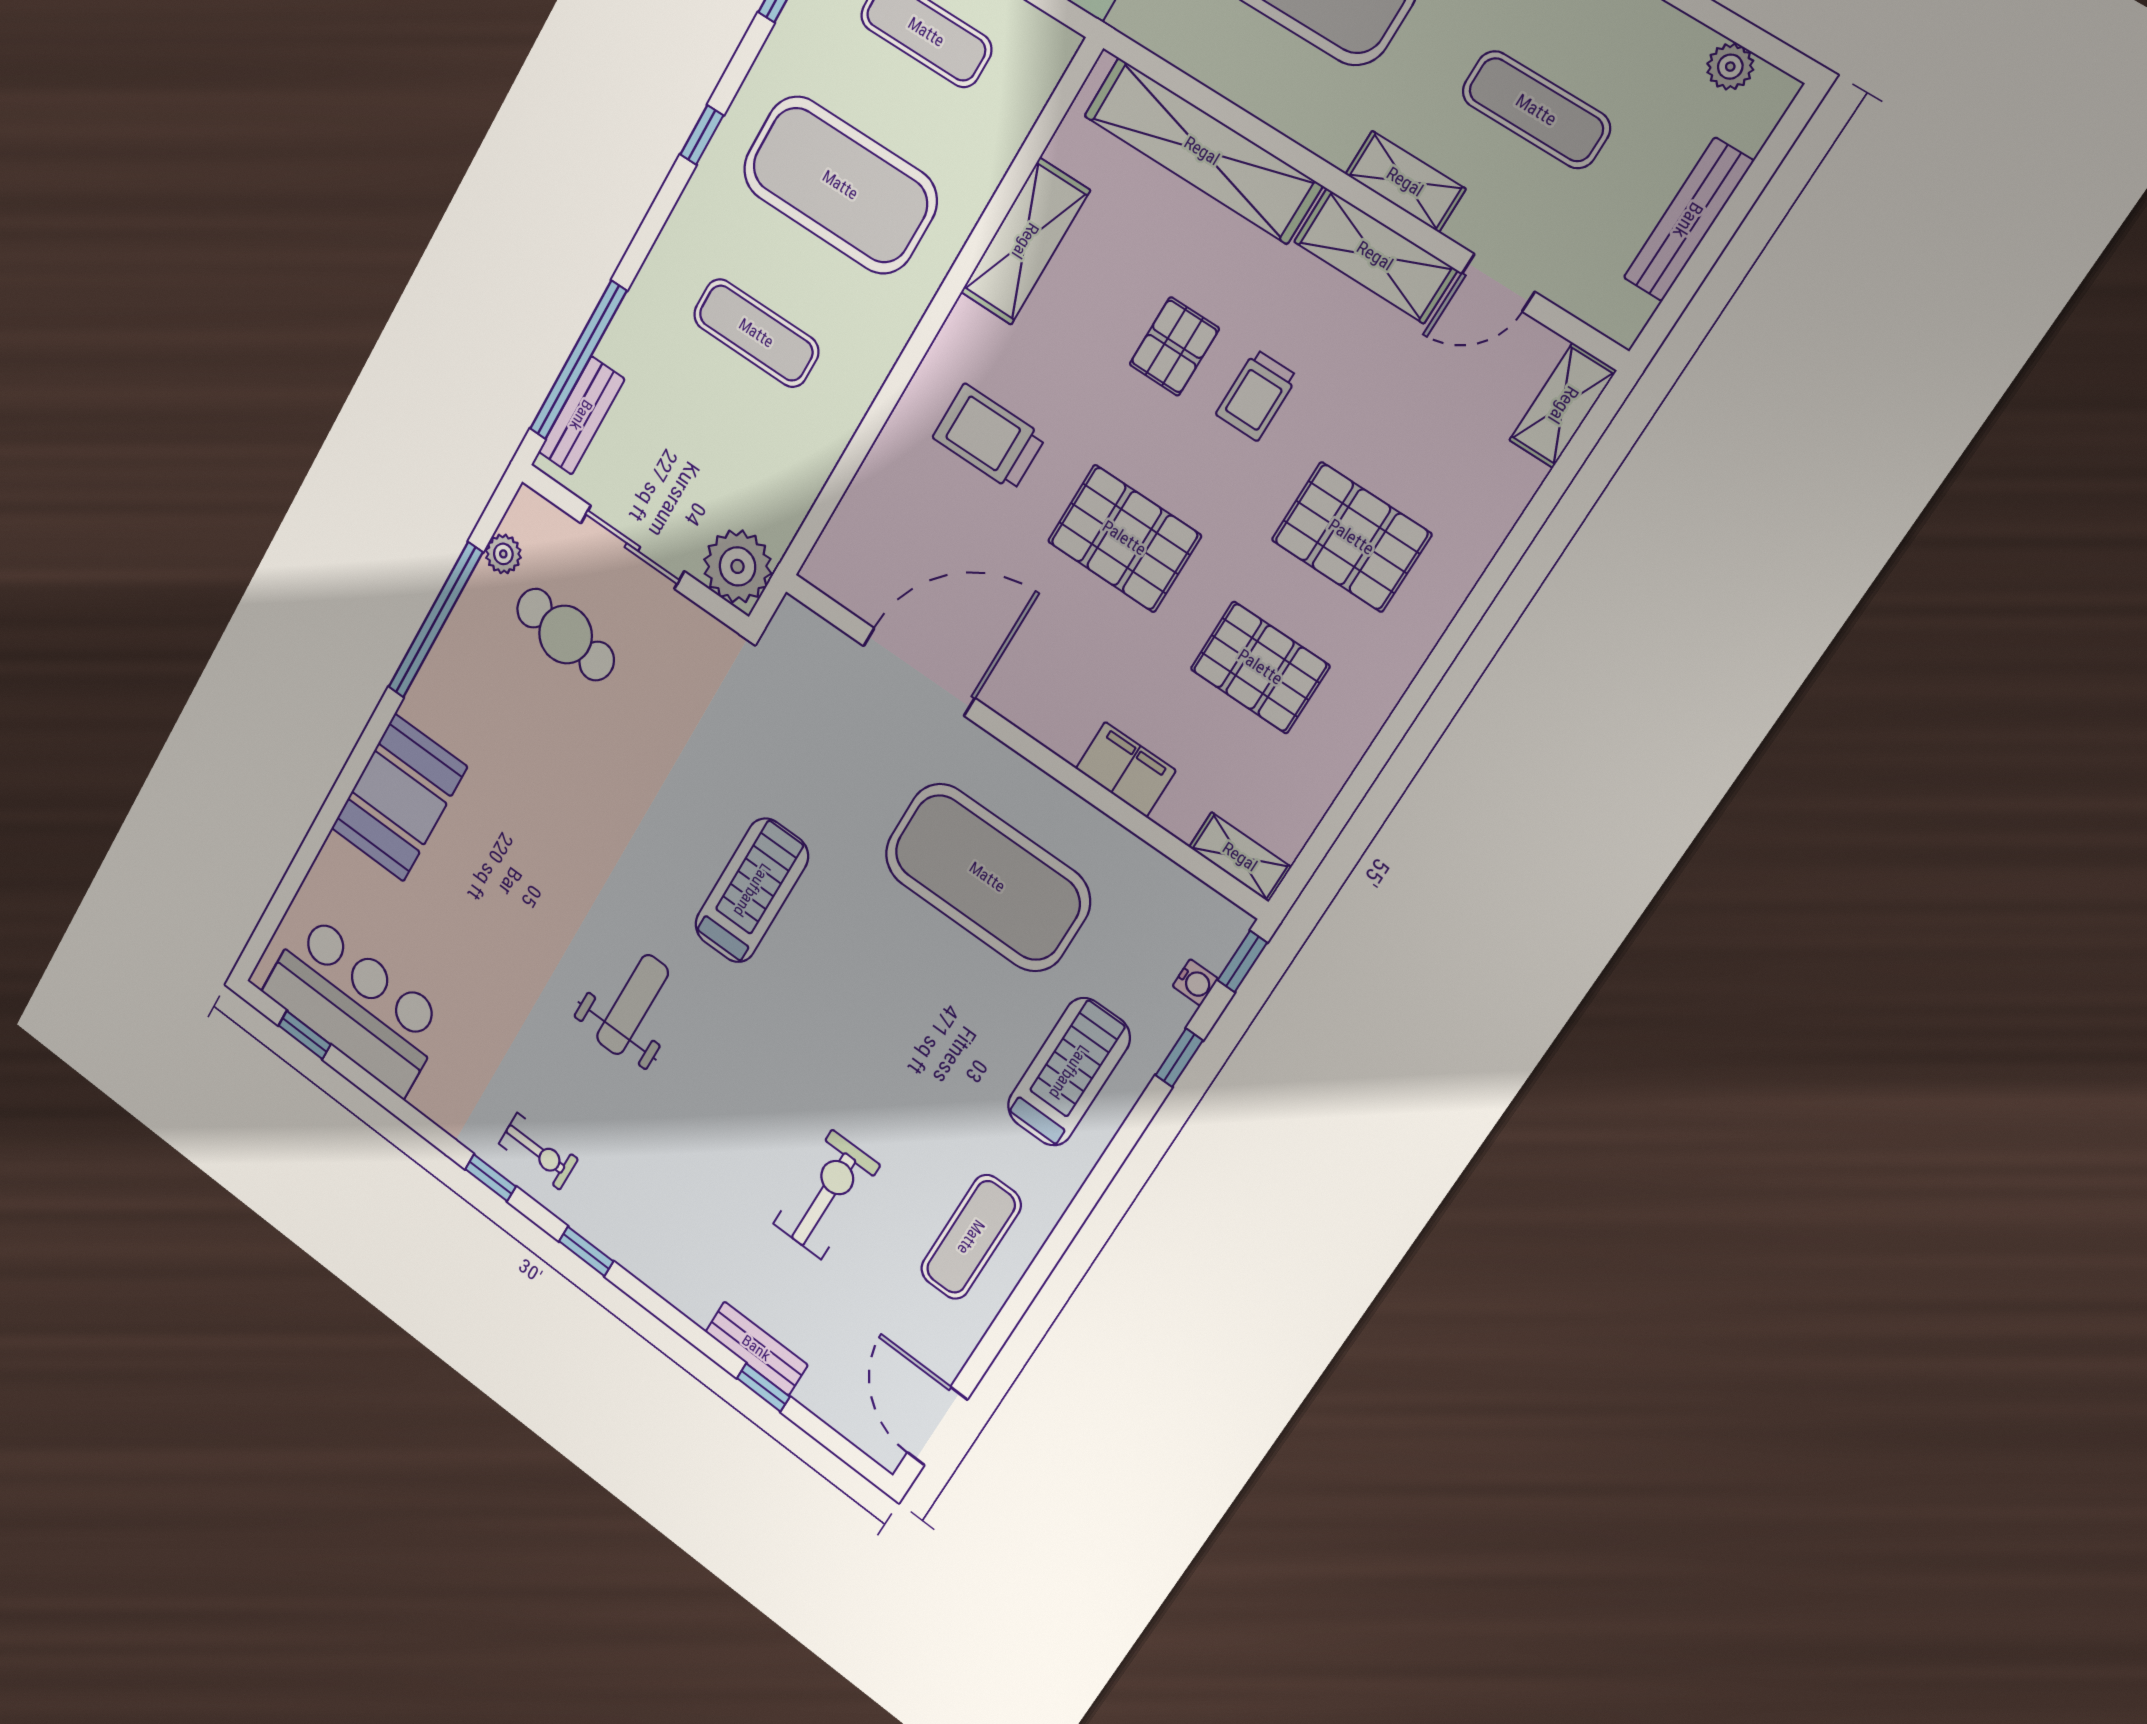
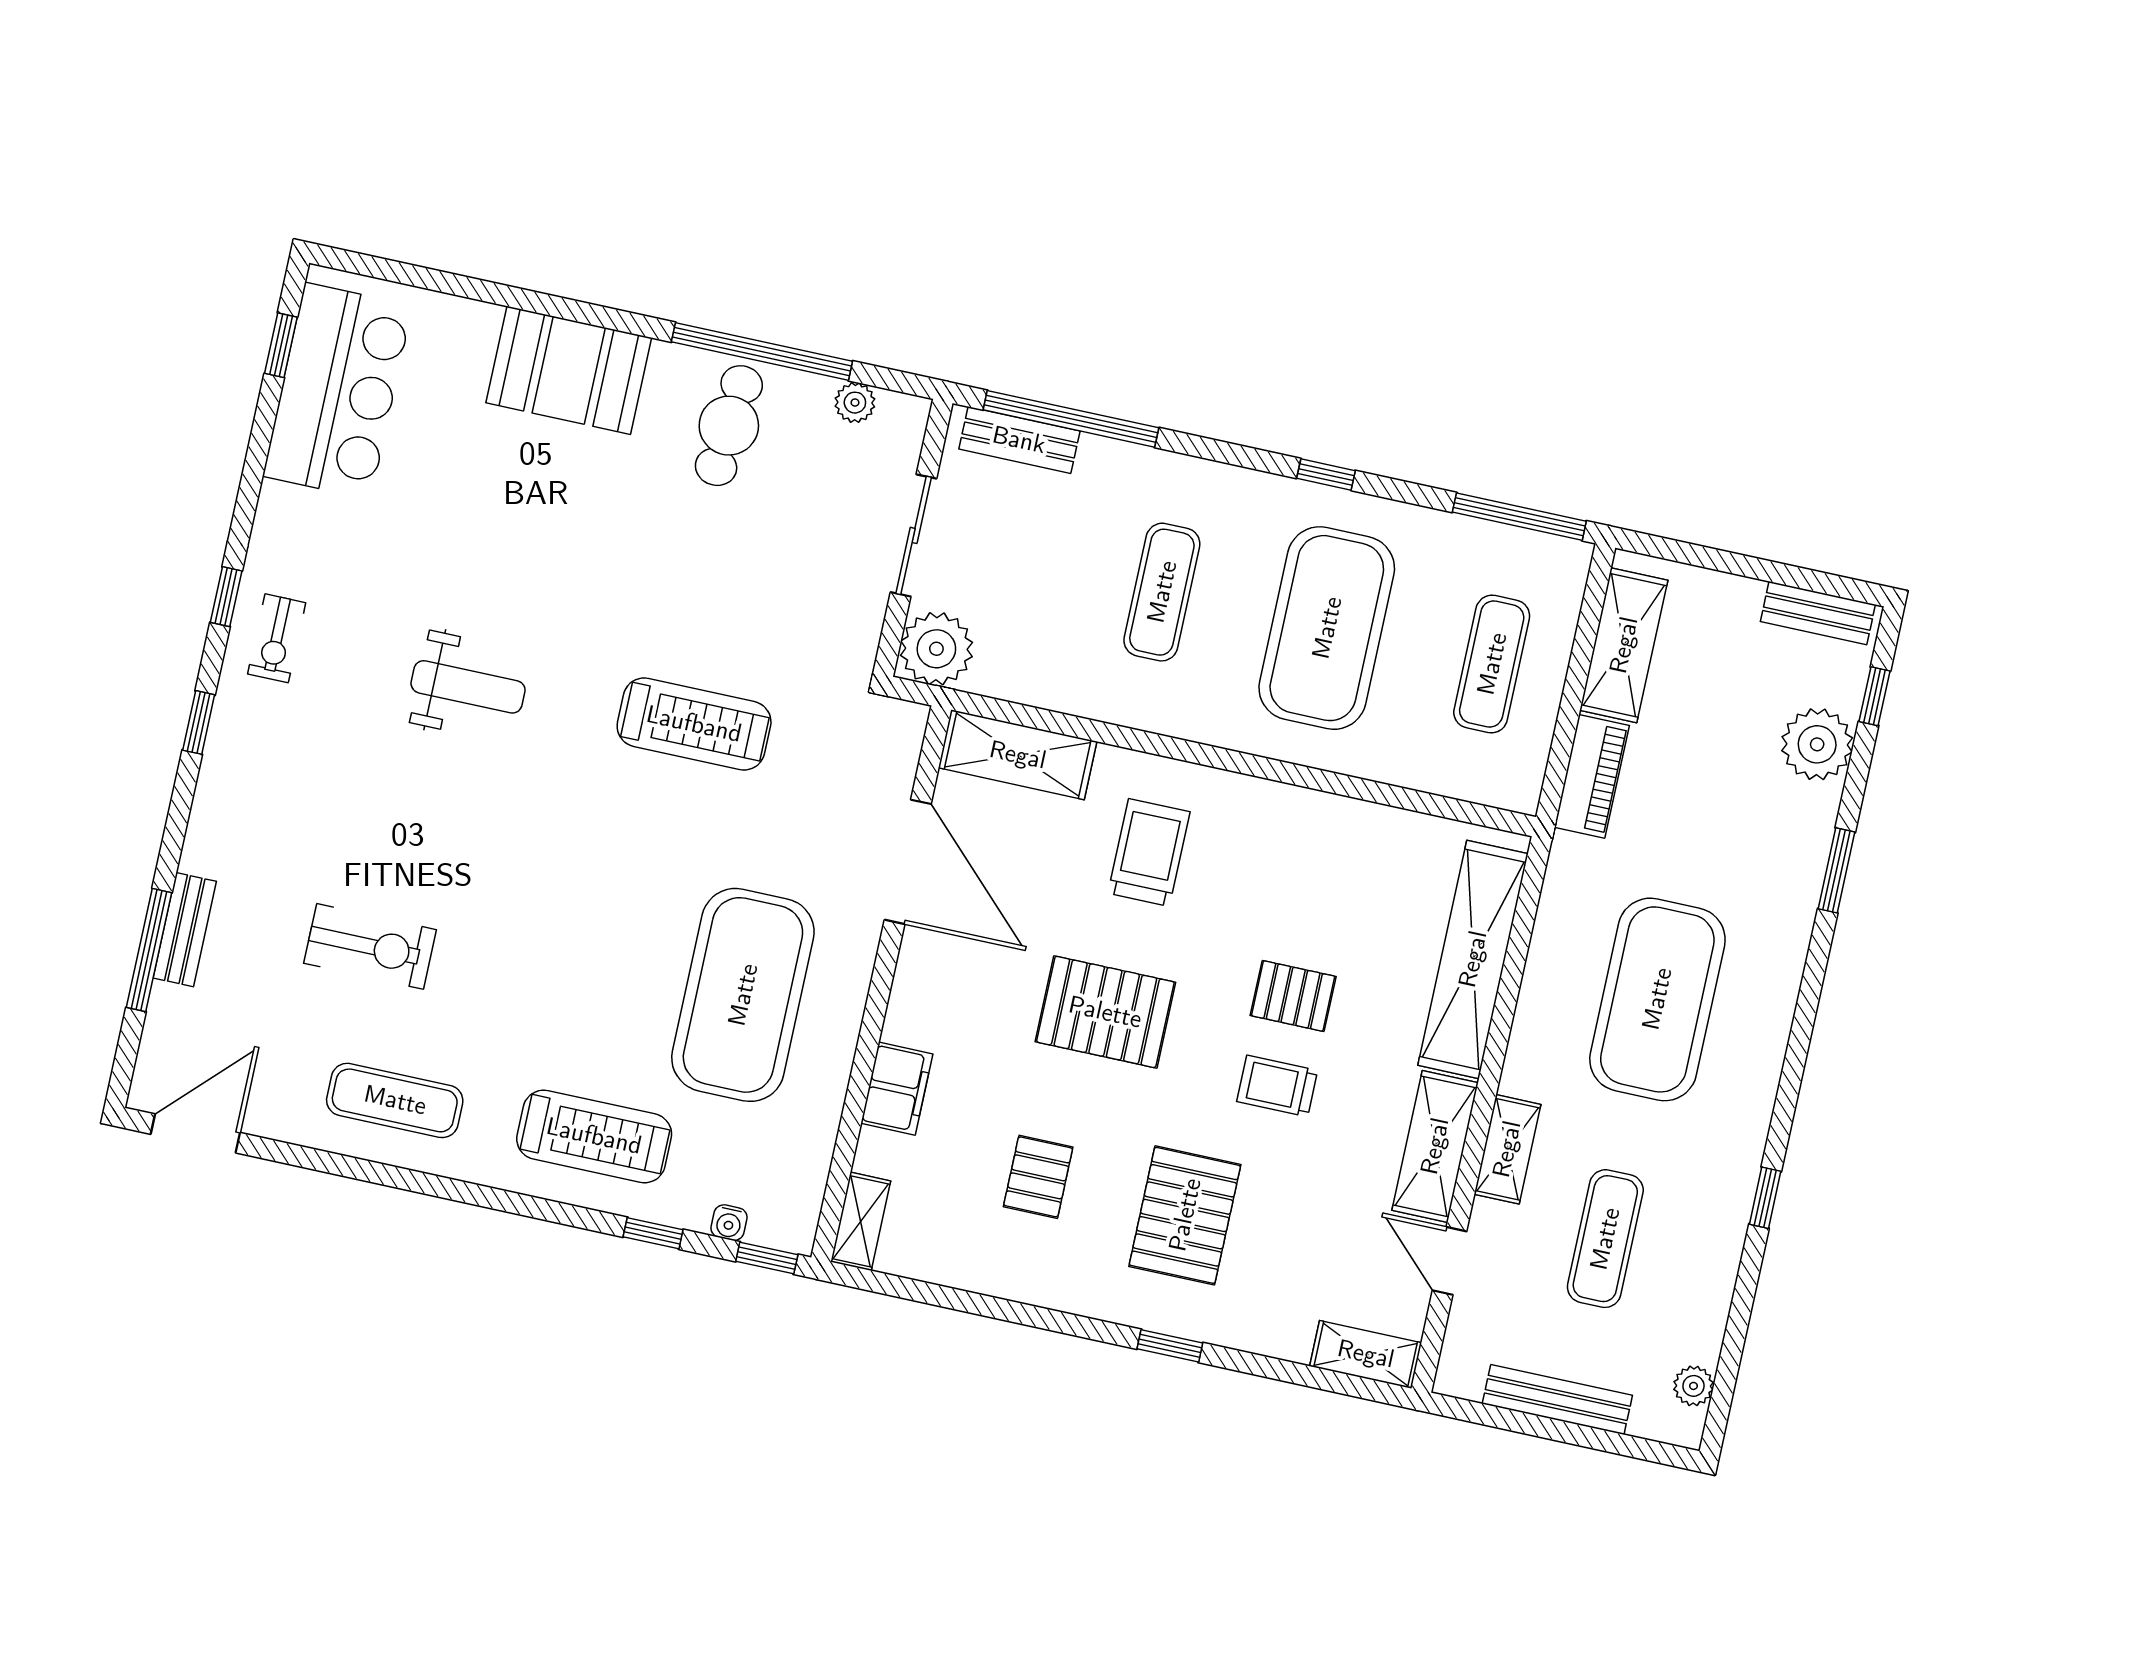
shelving: (1025, 241) -> (1018, 755), moved
pallet: (1124, 538) -> (1105, 1012), turned 90
window: (1478, 603) -> (1170, 1346), added
cafe table: (565, 635) -> (729, 426), moved
pallet: (1260, 667) -> (1038, 1177), width x0.67, depth x0.71
treadmill: (752, 890) -> (694, 724), moved
window: (763, 1387) -> (149, 950), width x2.17

